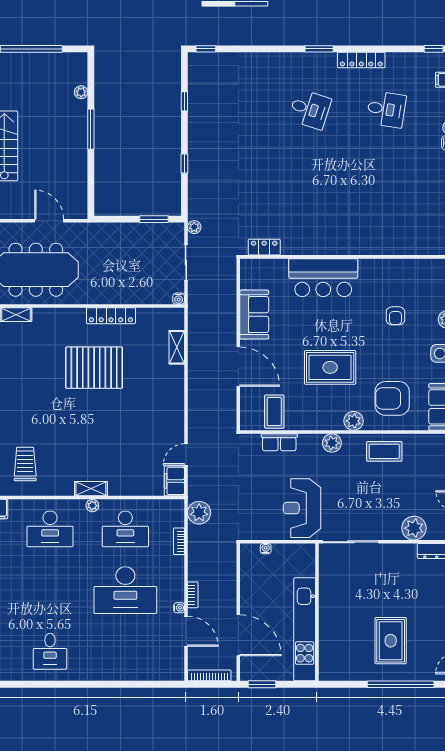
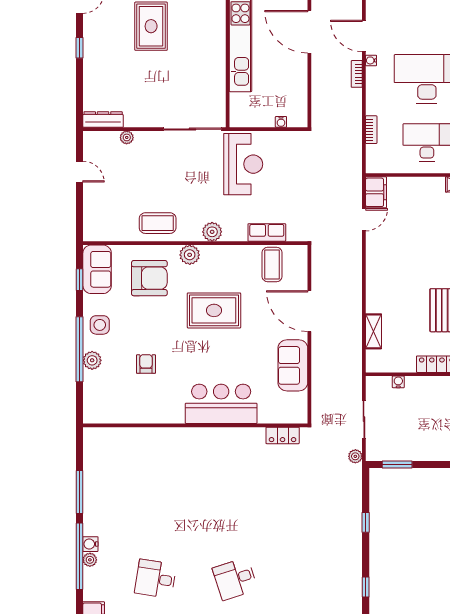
desk: (310, 109) -> (235, 579), turned -36
water cooler: (179, 299) -> (398, 382), moved
plant: (199, 513) -> (350, 159), removed
plant: (414, 528) -> (127, 137), width x0.53, depth x0.53

